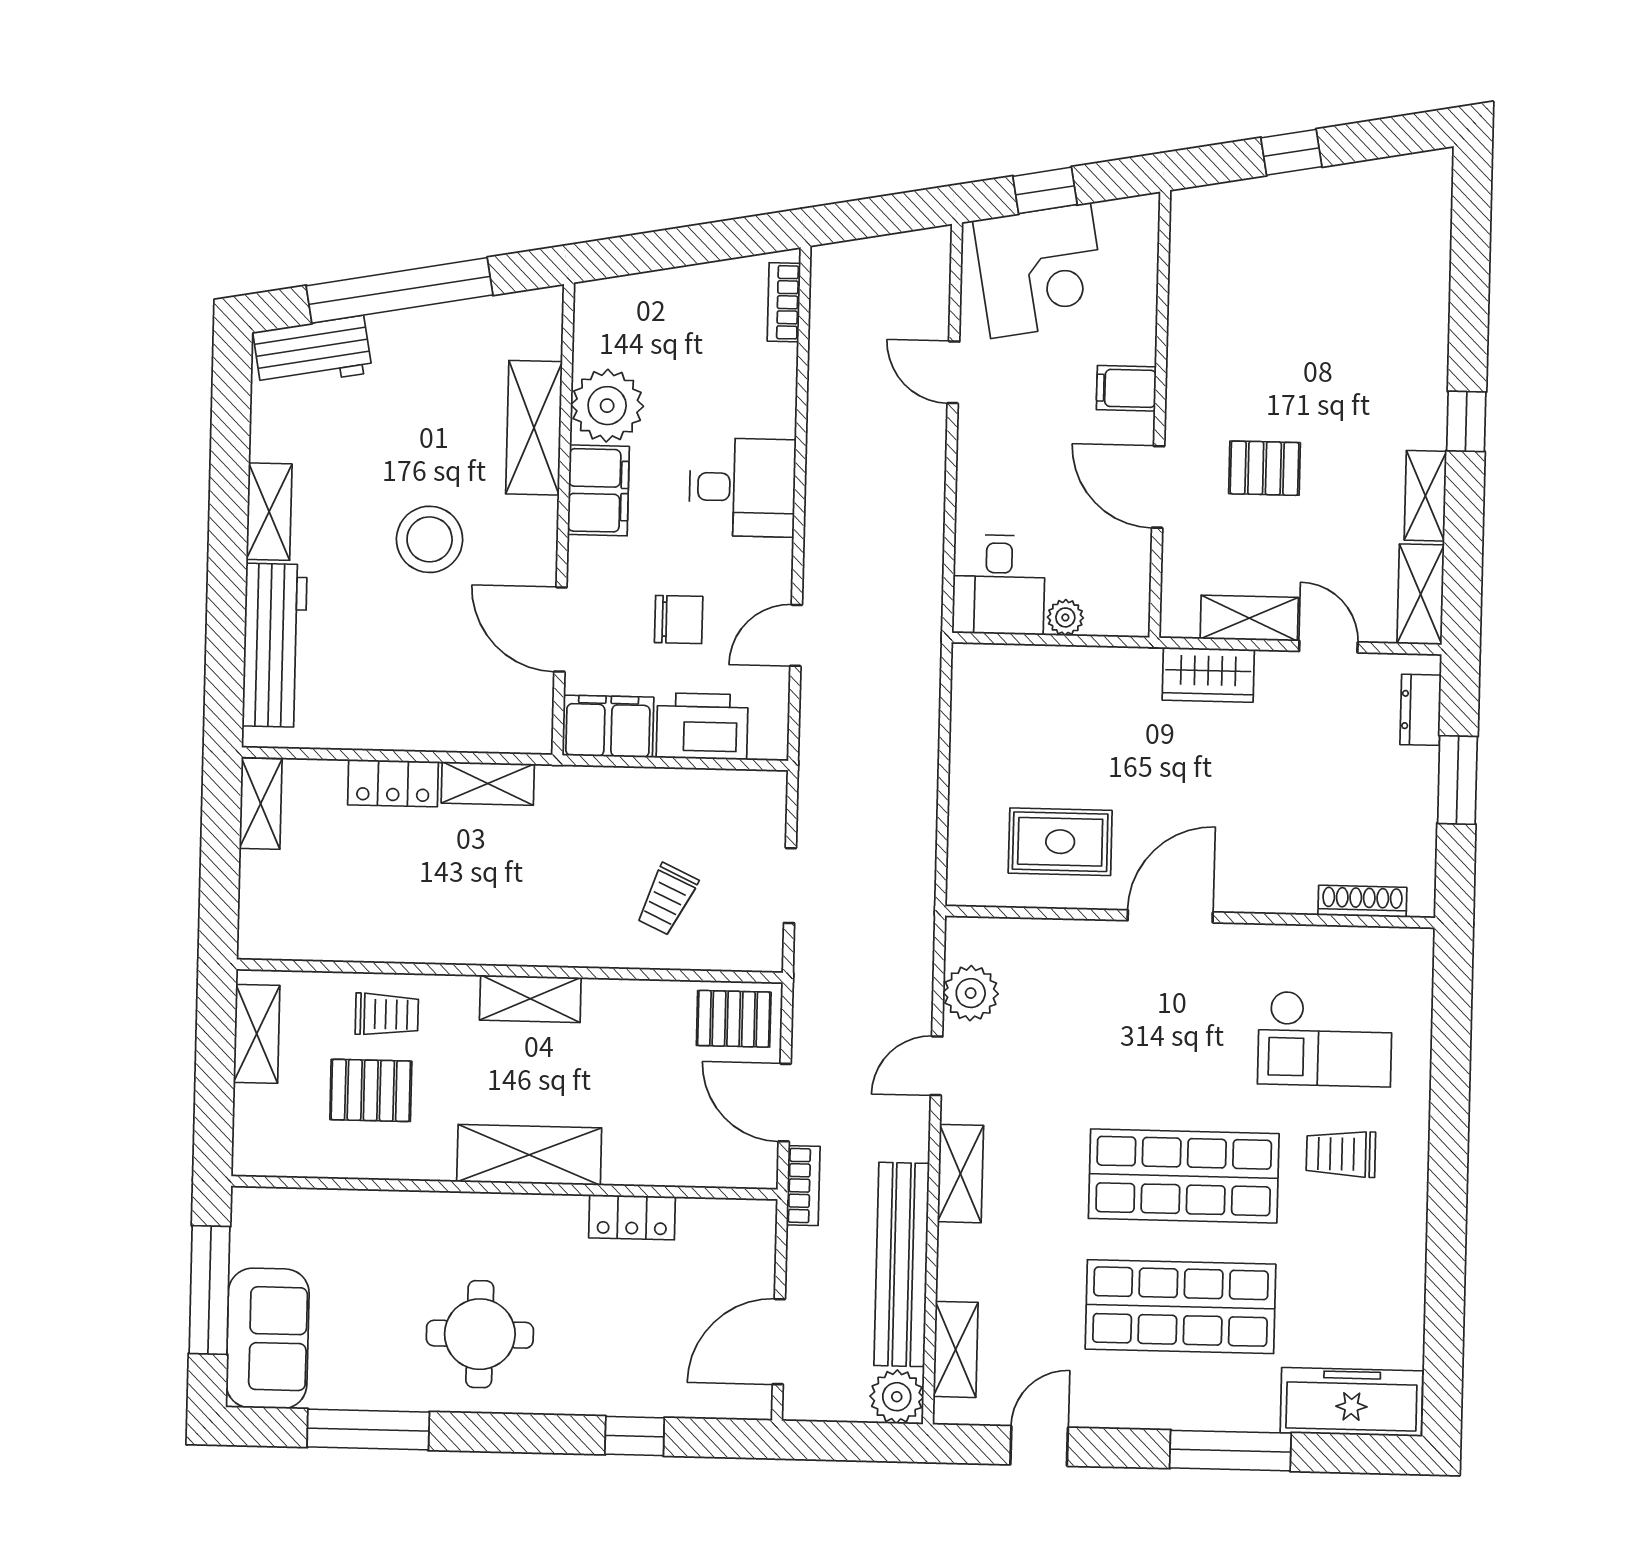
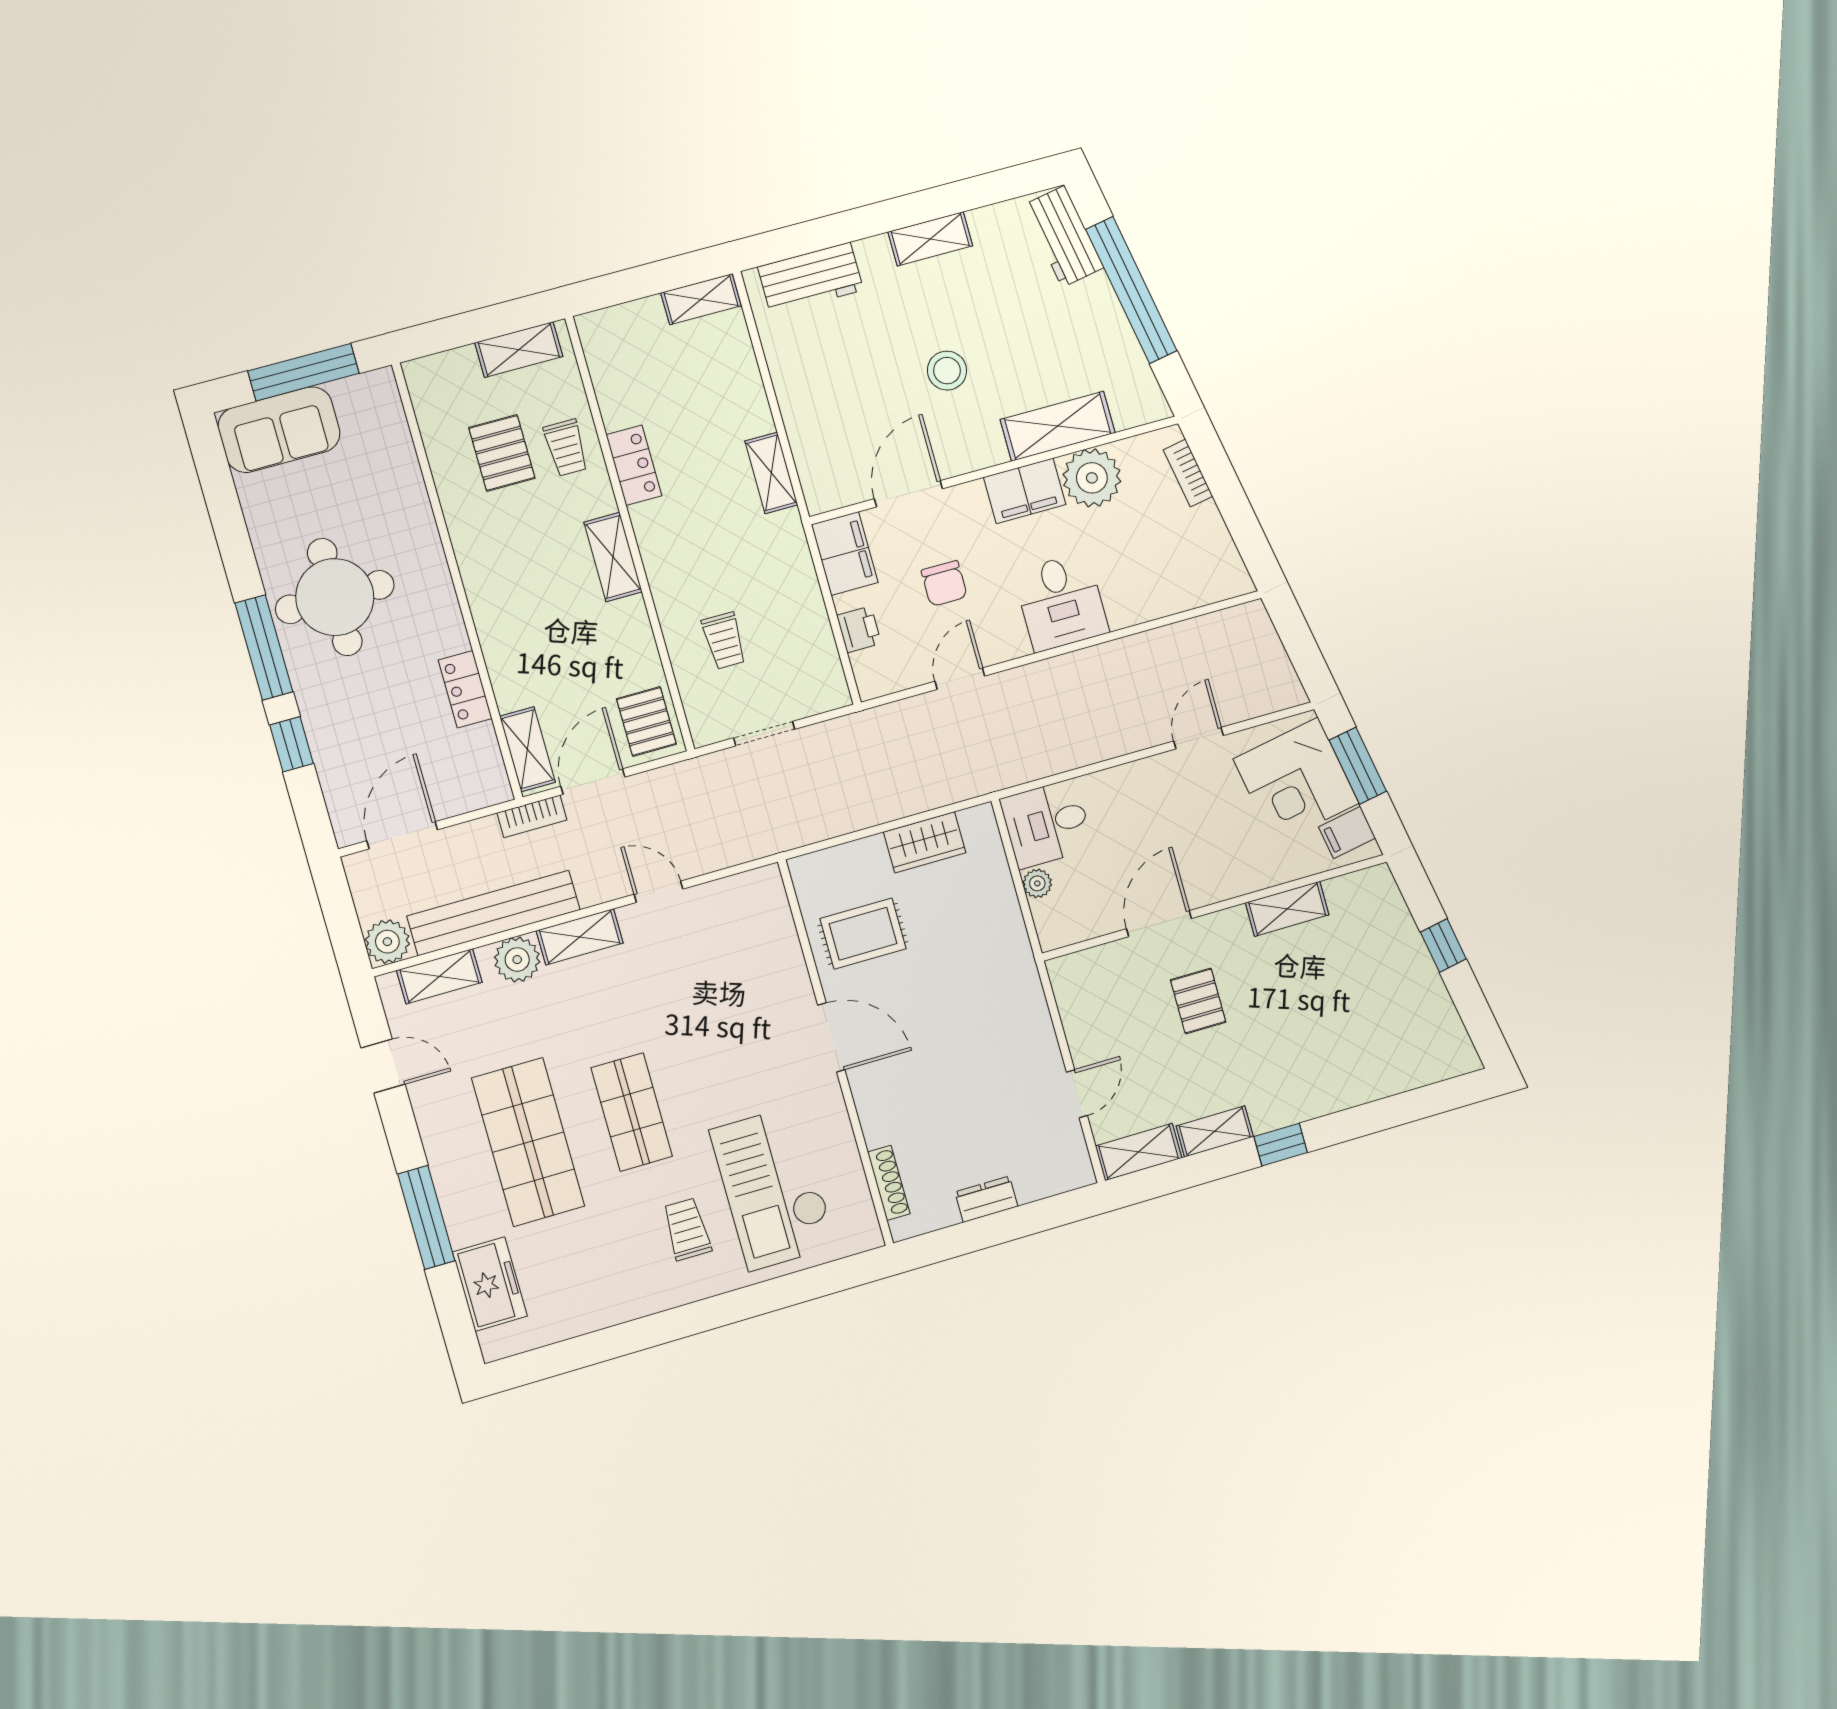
window: (1045, 190) -> (1358, 766), width x1.50
bookcase: (784, 302) -> (1188, 473), moved, turned -100
filing cabinet: (1126, 388) -> (1347, 832), moved, turned -100
stool: (430, 539) -> (947, 371), width x0.73, depth x0.73
shelving: (1249, 618) -> (1287, 909), moved, turned 90
door: (796, 635) -> (960, 679), hinge flipped
workbench: (275, 645) -> (811, 278), width x0.73
wardrobe: (1208, 675) -> (925, 842), moved, turned -90
dresser: (1420, 710) -> (986, 1199), moved
printer: (702, 726) -> (859, 629), width x0.53, depth x0.68
window: (1457, 780) -> (1005, 1226), removed
locker: (393, 783) -> (634, 465), moved, turned 180
rug: (1060, 842) -> (863, 934), turned 90
trolley: (667, 899) -> (724, 641), turned -115
plant: (971, 993) -> (517, 960), moved
checkout: (1325, 1039) -> (773, 1188), width x1.36, depth x1.21
shelving: (529, 1155) -> (527, 749), moved, width x0.67, depth x0.75
shop shelf: (1184, 1176) -> (632, 1112), width x0.70, depth x0.74
round table: (480, 1334) -> (335, 597), width x1.36, depth x1.36
door: (779, 1342) -> (402, 835), hinge flipped
freezer: (1352, 1402) -> (490, 1284), width x0.71
window: (368, 1430) -> (264, 647), moved

